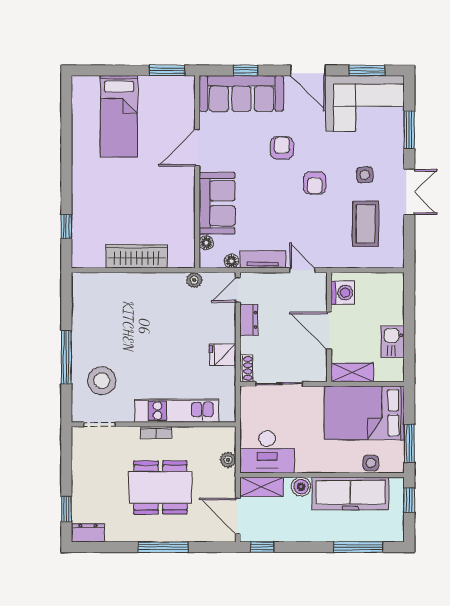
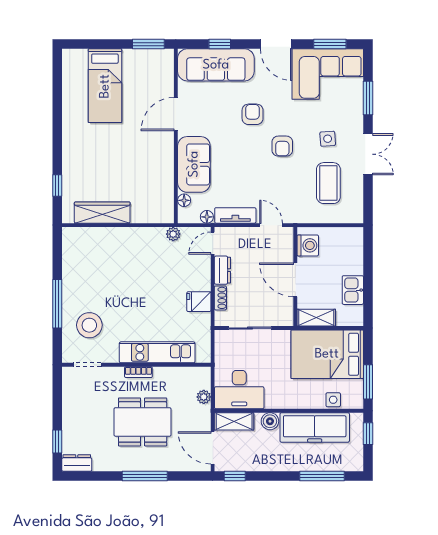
wardrobe: (137, 256) -> (102, 213), moved
shoe rack: (246, 368) -> (220, 298), moved

